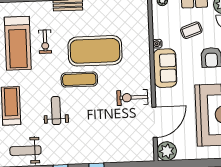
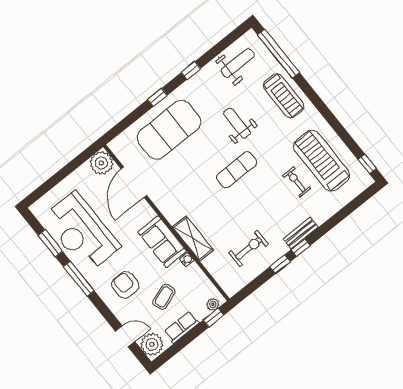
exercise mat: (95, 51) -> (169, 130), moved
shelving: (143, 55) -> (193, 239), added
exercise bike: (132, 98) -> (249, 249), moved
weight bench: (56, 111) -> (237, 123), turned 180

